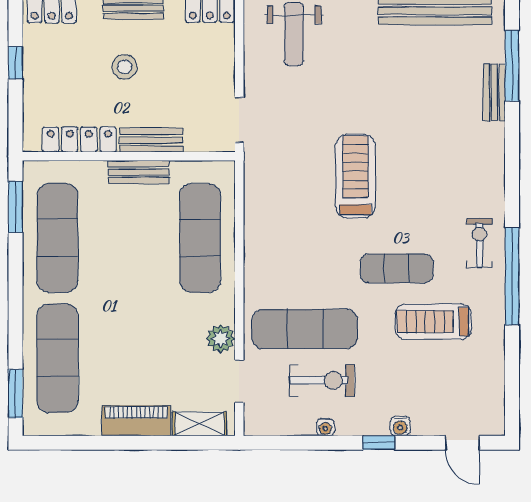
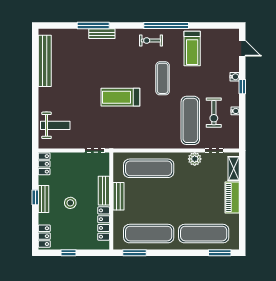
window: (512, 66) -> (93, 26), moved
bench: (494, 93) -> (102, 34), moved
treadmill: (433, 322) -> (192, 49), moved
exercise bike: (322, 380) -> (214, 113), turned 180
door: (462, 443) -> (242, 48), hinge flipped

